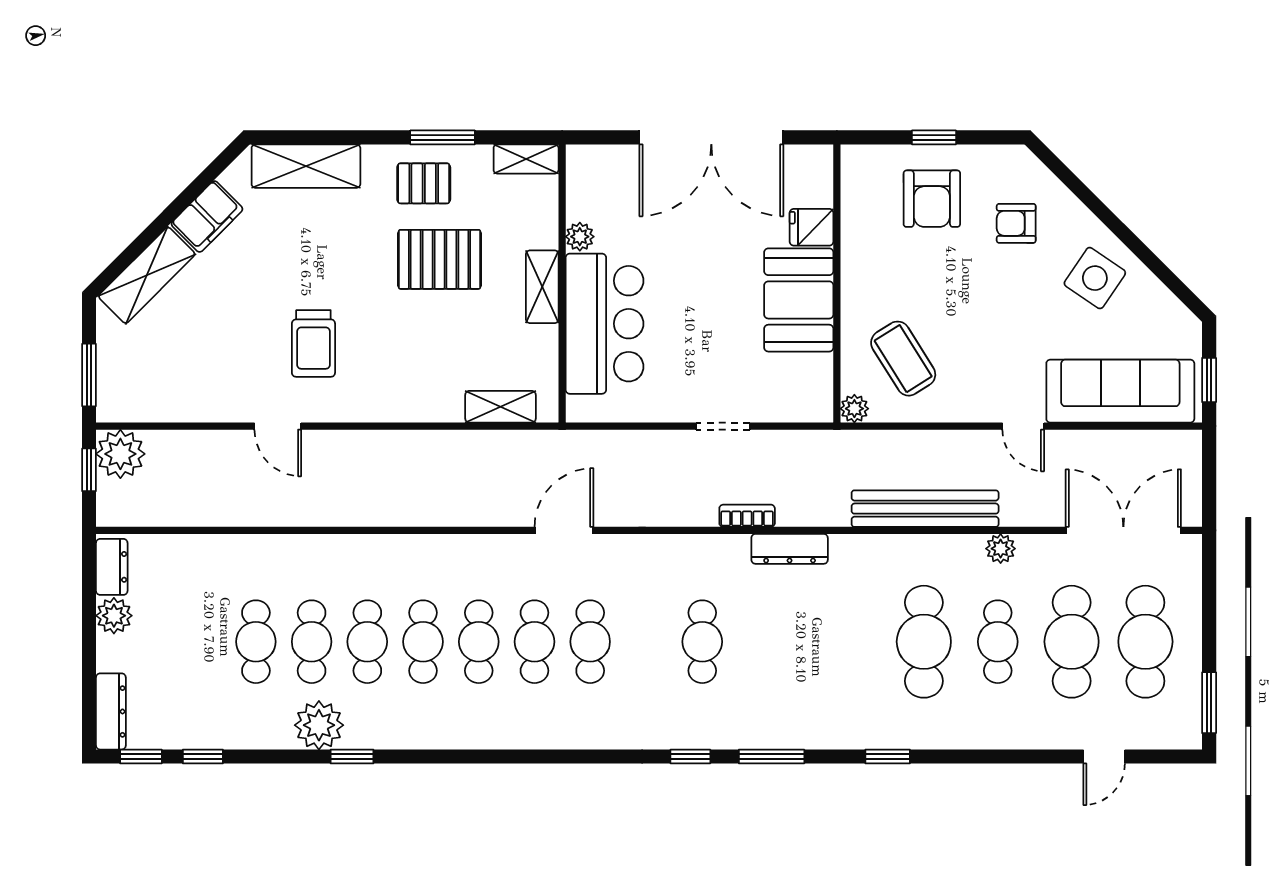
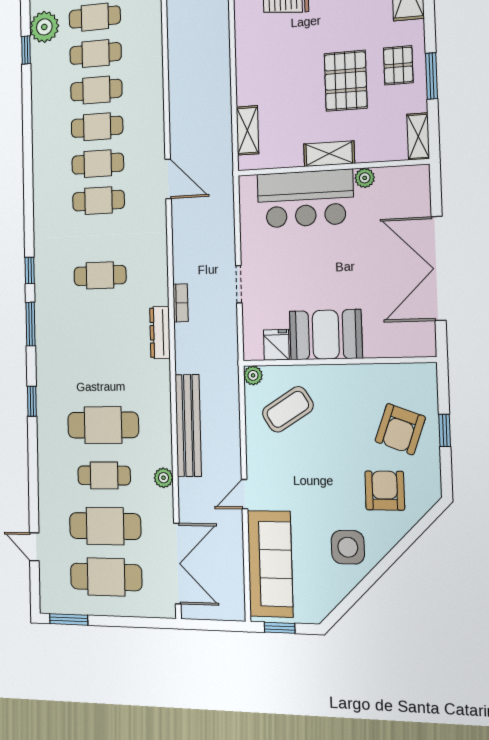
armchair: (932, 199) -> (400, 429), turned -70
armchair: (1016, 223) -> (385, 491), width x1.38, depth x1.38
fridge: (812, 227) -> (276, 345), moved
side table: (1095, 278) -> (348, 547), turned -34

